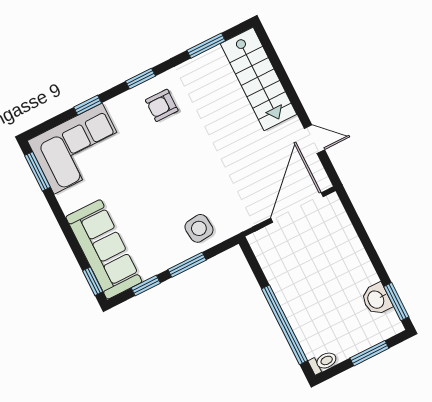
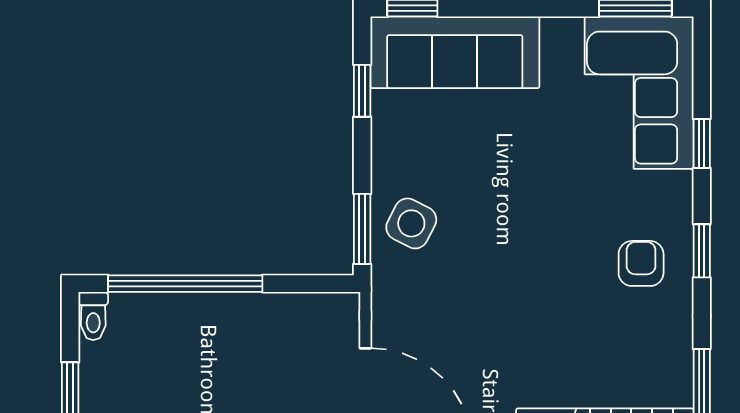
side table: (199, 228) -> (411, 223), turned 33
window: (187, 265) -> (362, 229), moved

